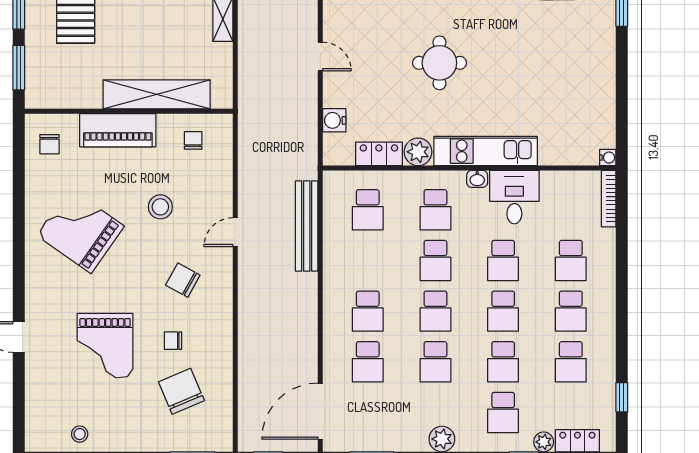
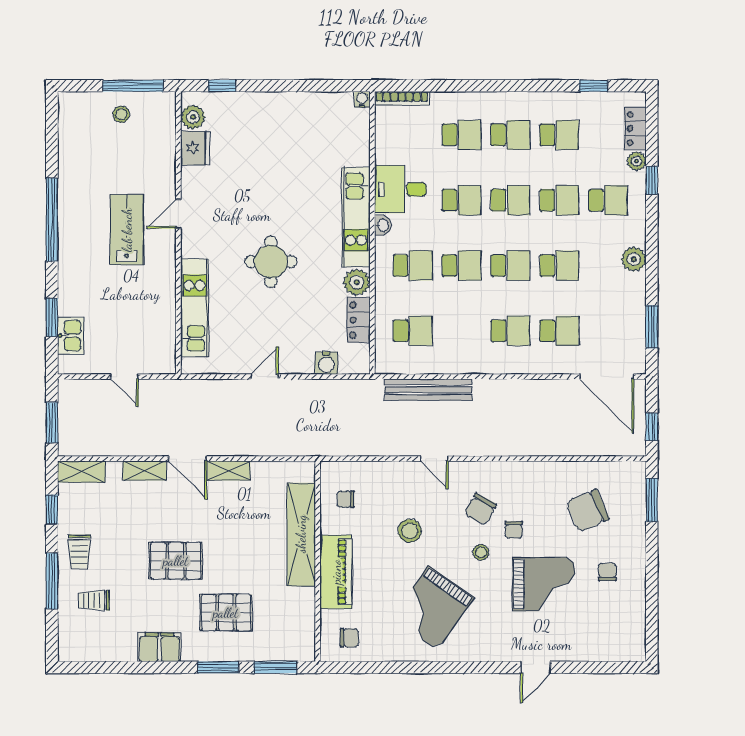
chair: (173, 341) -> (514, 530), moved
chair: (118, 412) -> (608, 572), added
stool: (80, 434) -> (481, 552), moved

